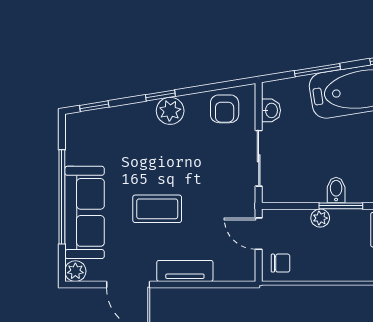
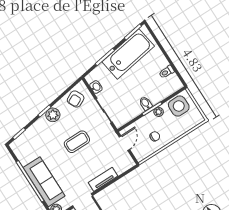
armchair: (225, 109) -> (76, 99), turned 64
coffee table: (157, 209) -> (77, 142), moved
plant: (320, 218) -> (159, 112), moved
door: (259, 234) -> (124, 143), swing flipped
chair: (281, 263) -> (155, 136), moved

